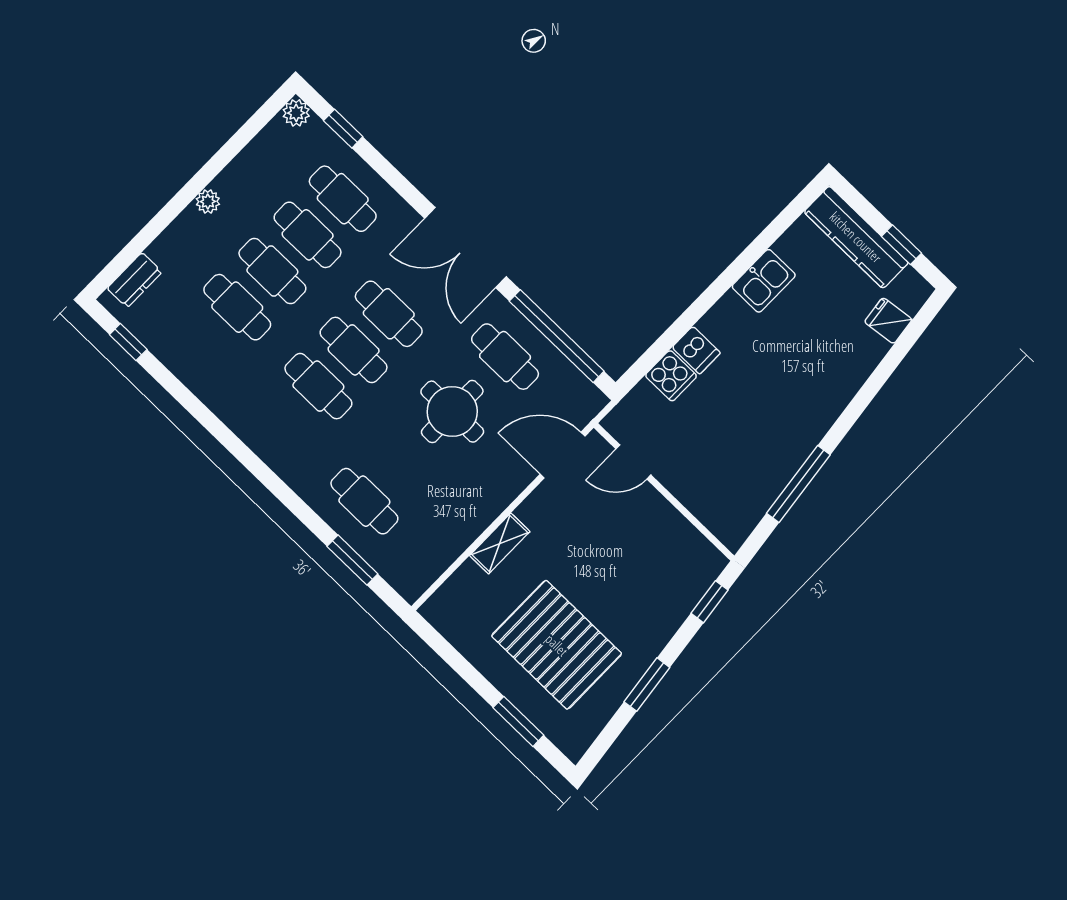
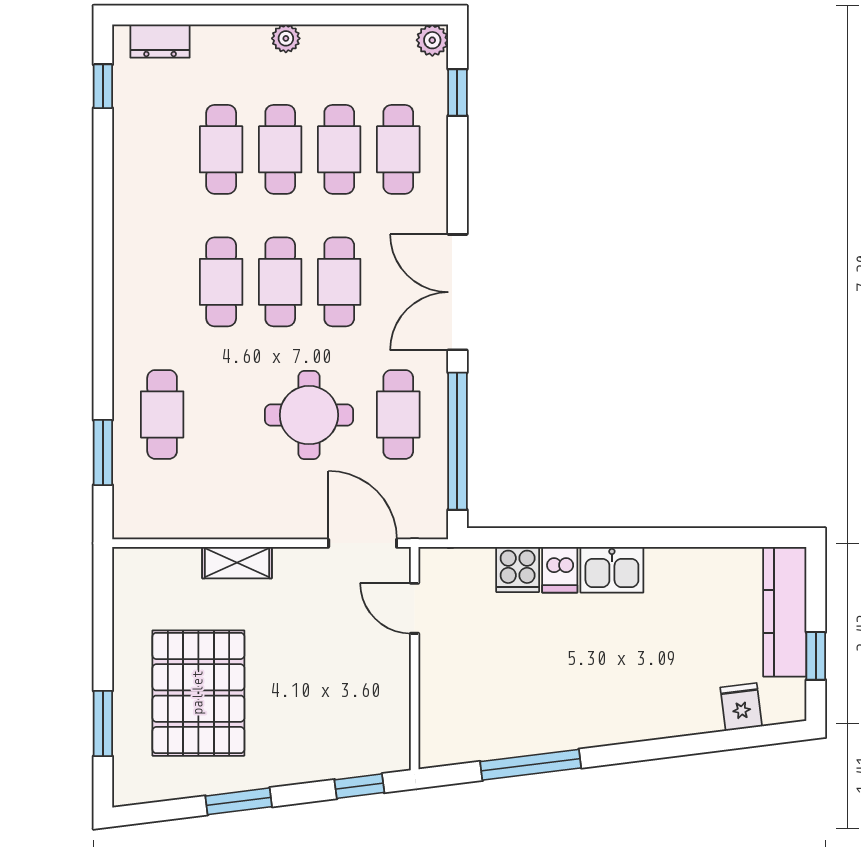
kitchen sink: (764, 281) -> (612, 570), moved

